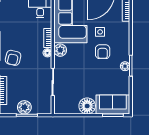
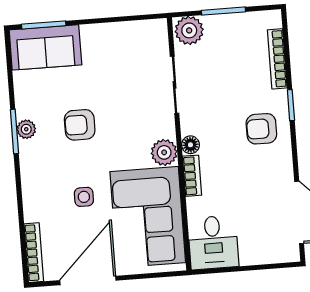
armchair: (103, 52) -> (80, 125), moved, turned -90
armchair: (13, 58) -> (261, 129), turned -103
floor lamp: (87, 106) -> (99, 40), removed
plant: (24, 107) -> (189, 30), moved

